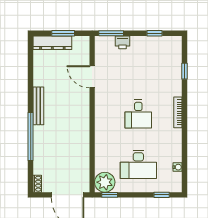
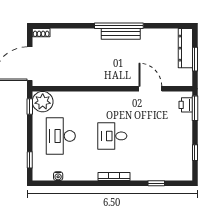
printer: (123, 42) -> (186, 105), moved
door: (92, 77) -> (150, 89), hinge flipped
window: (31, 136) -> (119, 26), moved

